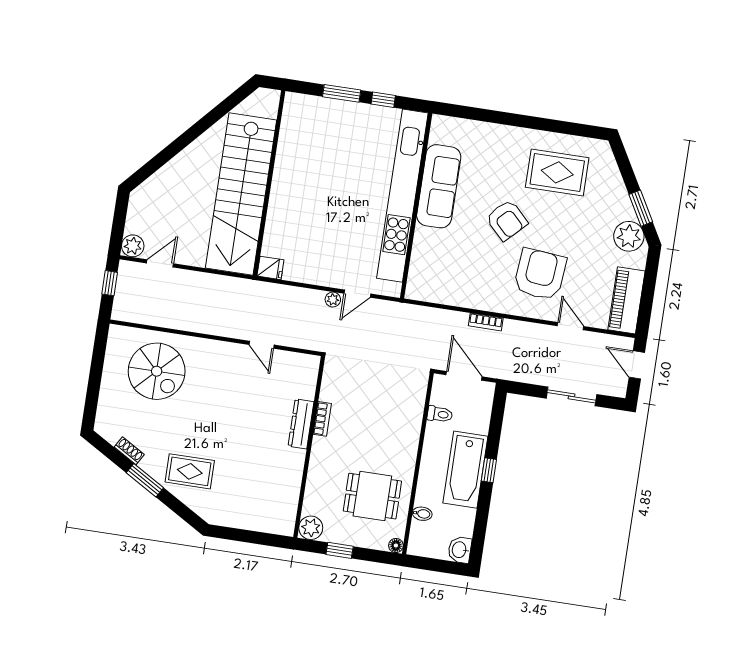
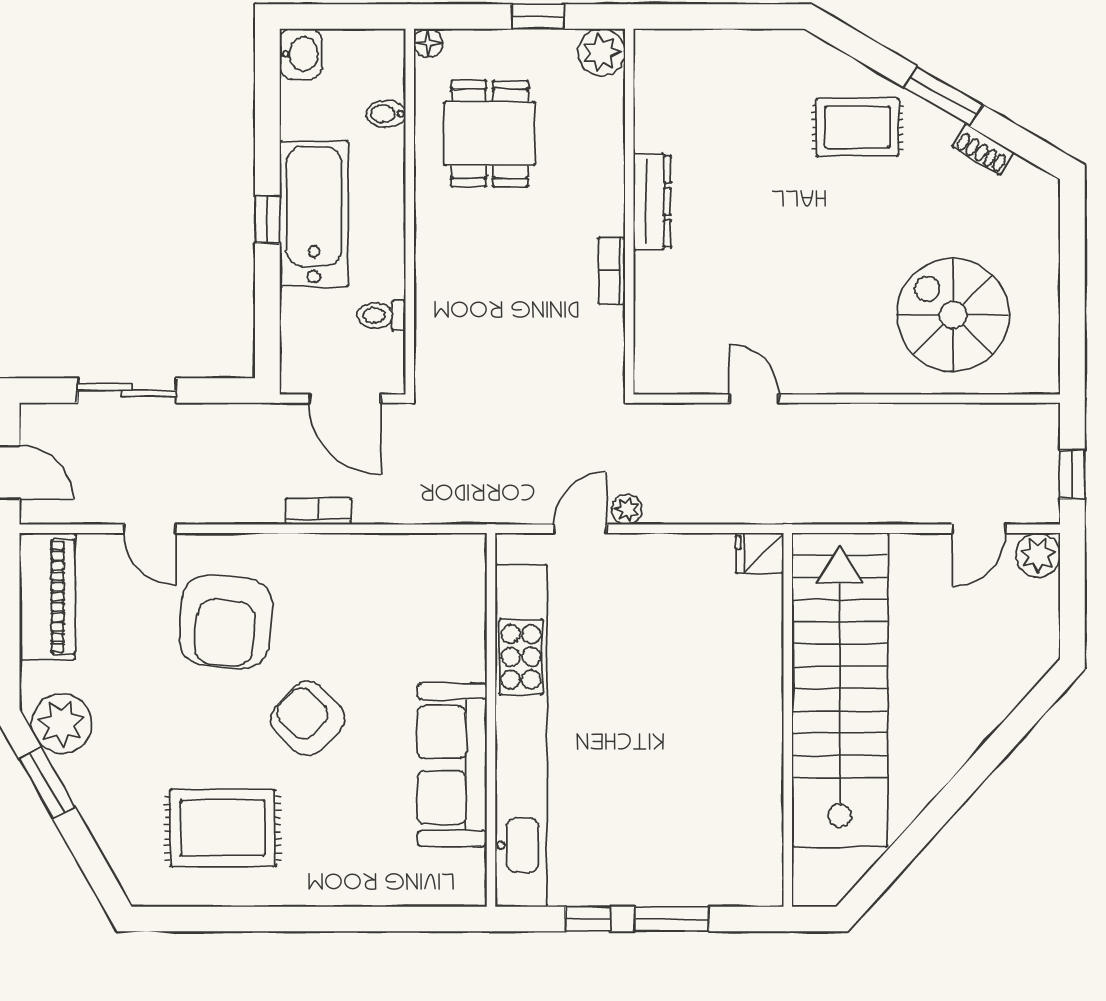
dresser: (301, 424) -> (652, 202), moved
dining table: (372, 496) -> (489, 134), turned 90

